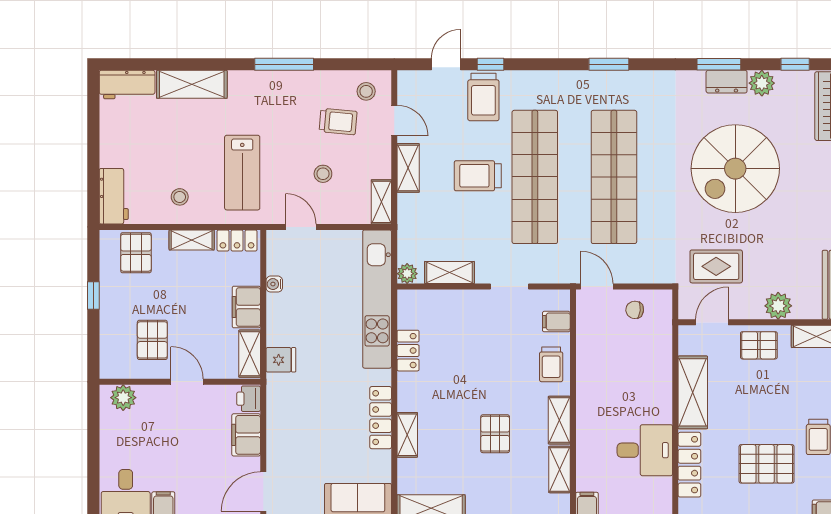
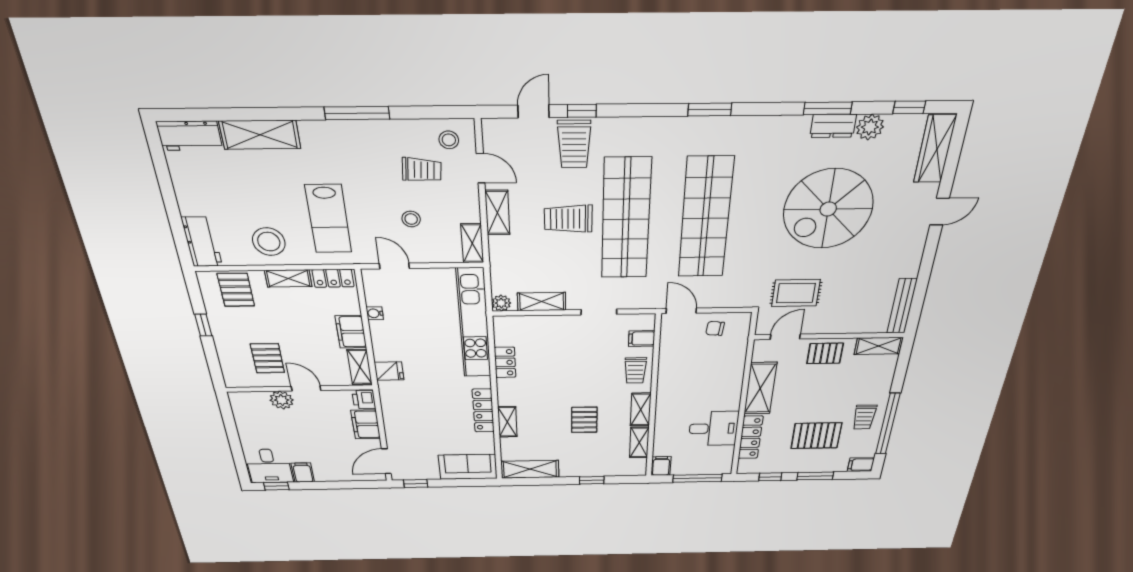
stool: (180, 197) -> (269, 242), width x1.89, depth x1.89
plant: (778, 306) -> (848, 323), removed
plant: (123, 398) -> (282, 400), moved

